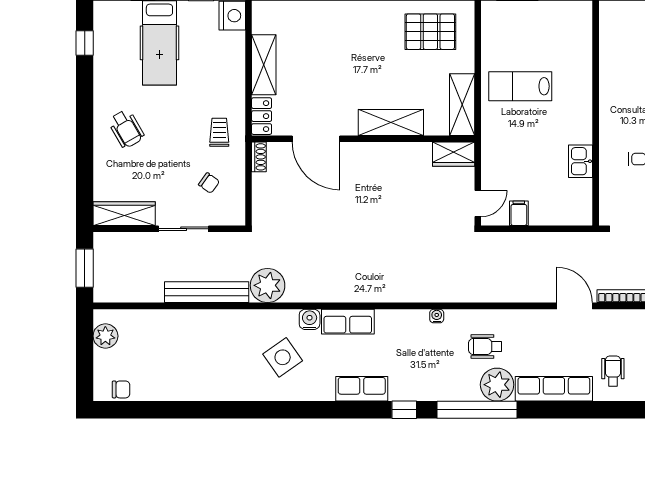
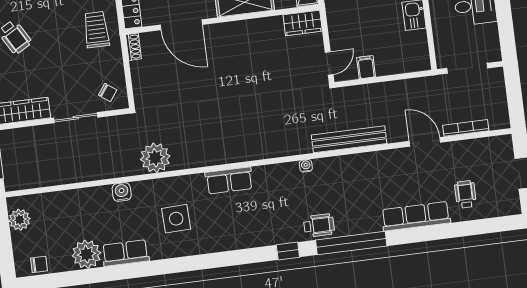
trolley: (219, 132) -> (96, 30), width x1.36, depth x1.39
chair: (209, 183) -> (108, 92), moved
bench: (207, 292) -> (349, 139), moved
water cooler: (310, 319) -> (122, 192), moved
wheelchair: (485, 346) -> (319, 225), moved, turned 180
side table: (283, 357) -> (176, 219), turned 33
plant: (497, 385) -> (86, 254), moved
row of seats: (362, 389) -> (125, 253), moved

